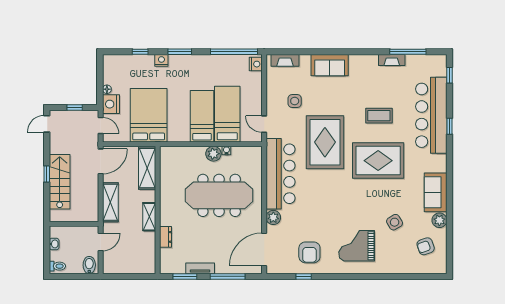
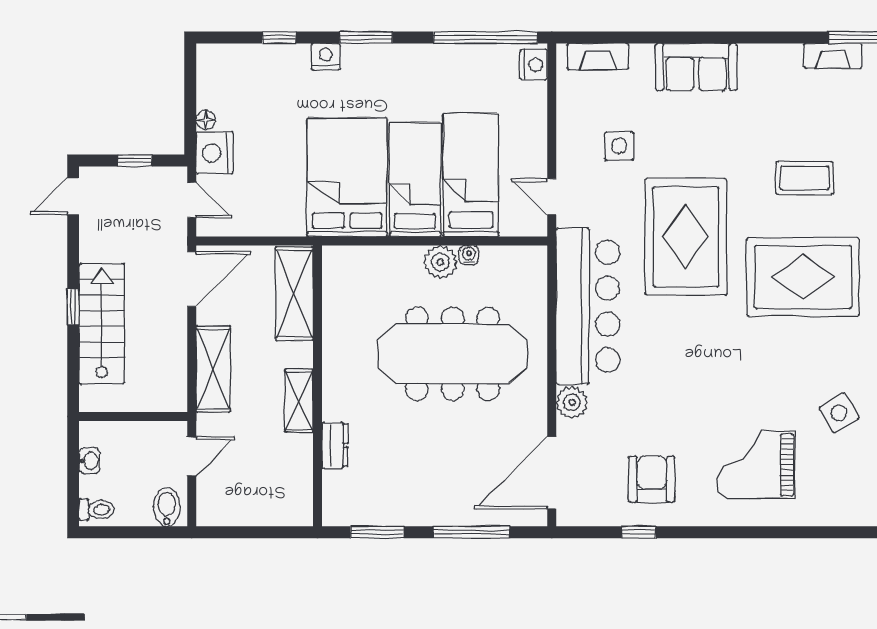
bed: (149, 115) -> (347, 177), moved
armchair: (309, 252) -> (652, 479), turned 180
tv unit: (200, 268) -> (411, 514), removed

